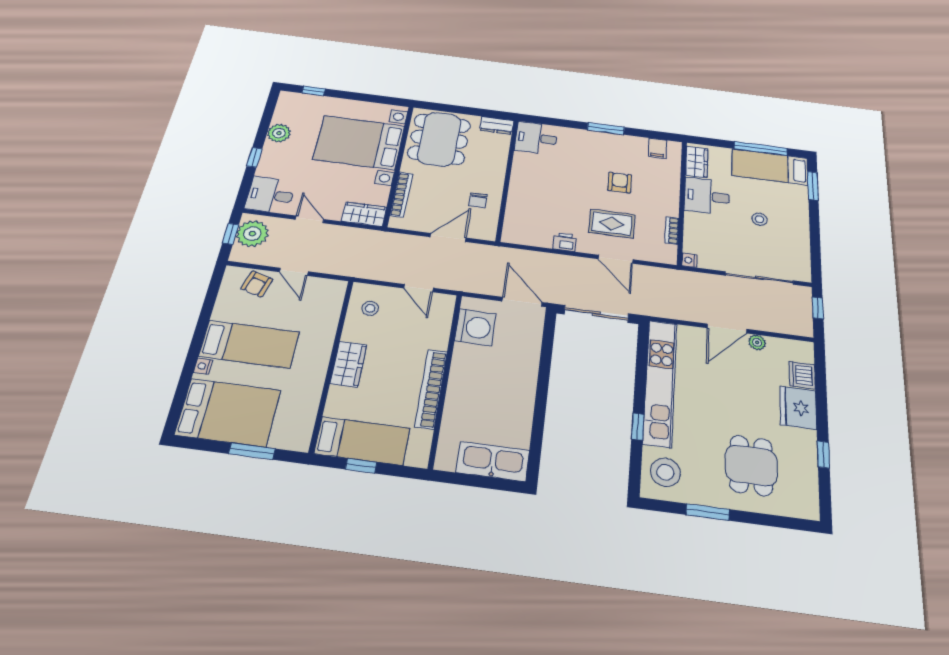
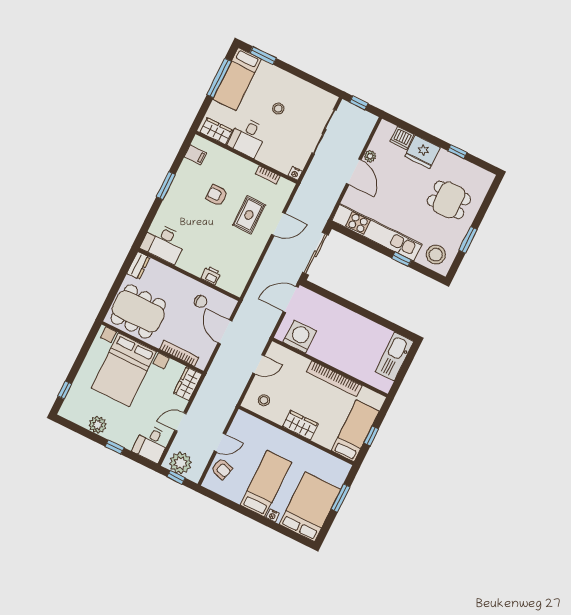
desk: (536, 138) -> (164, 243), width x1.37
printer: (565, 242) -> (211, 275), moved, turned 90

